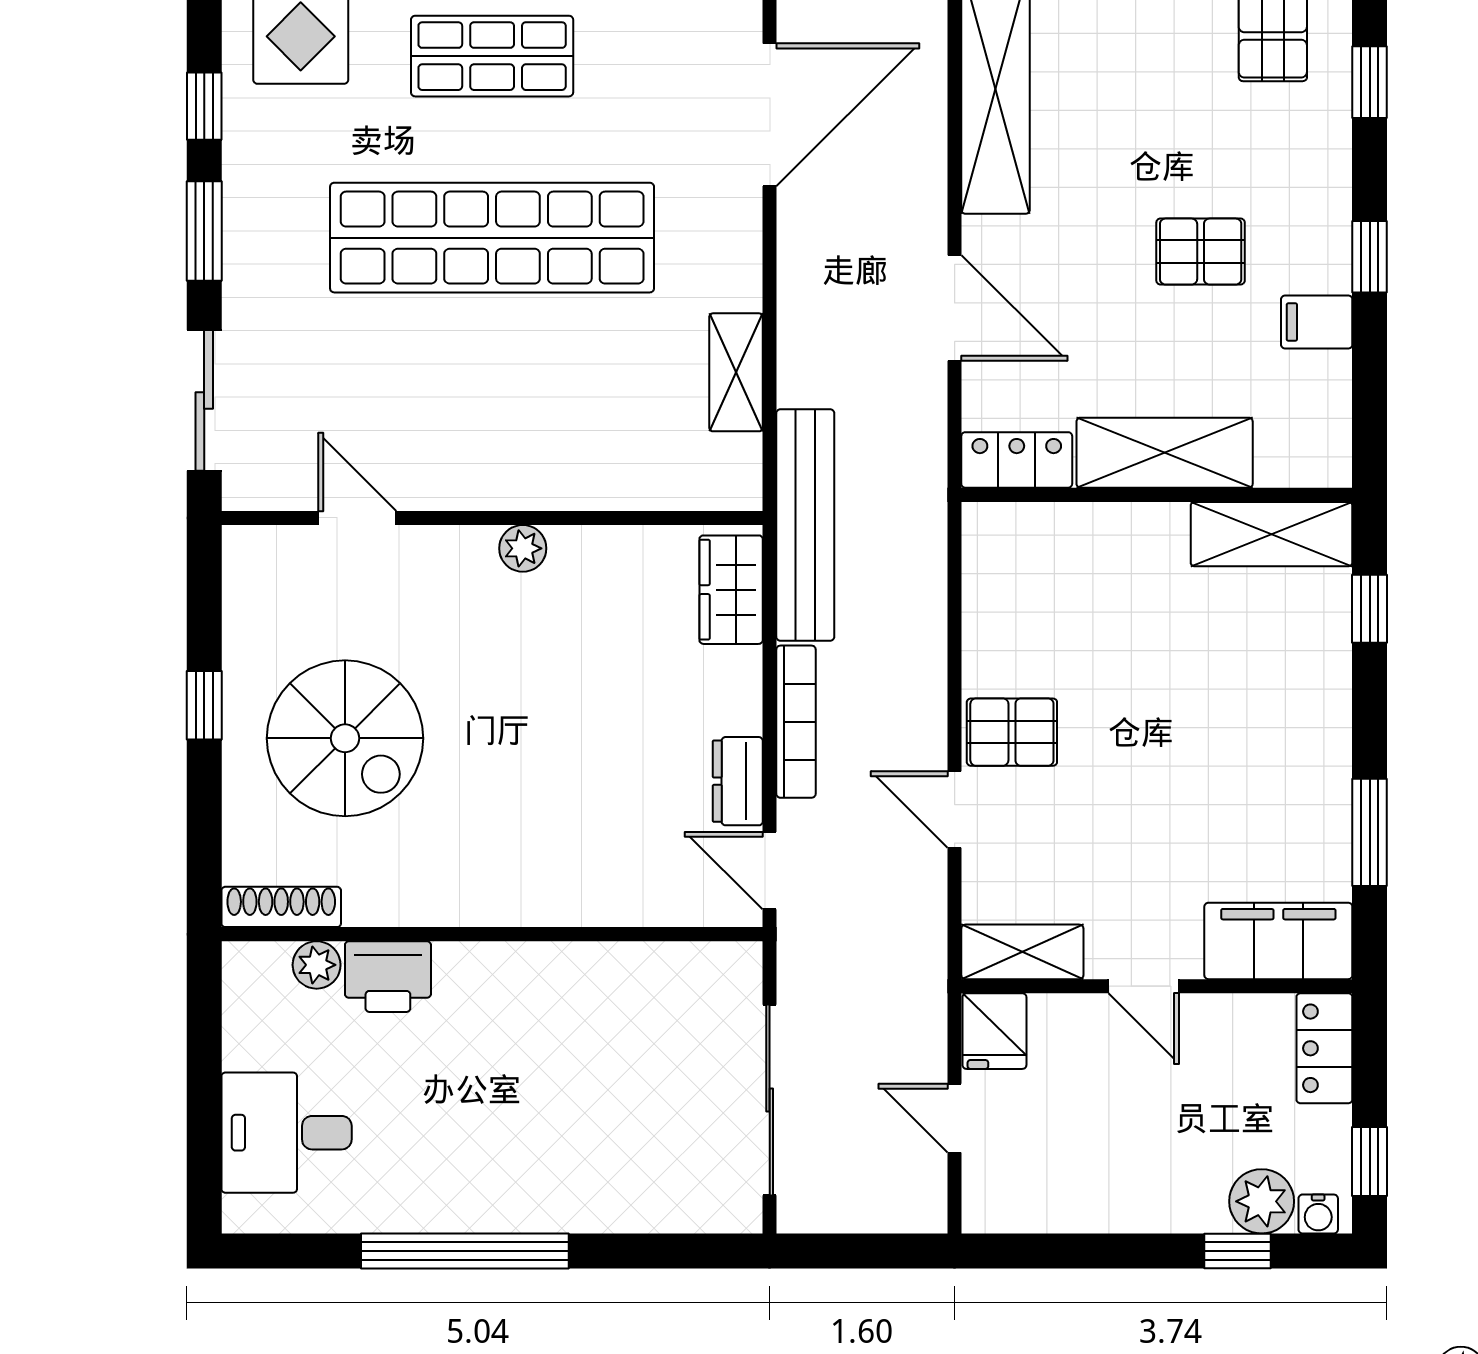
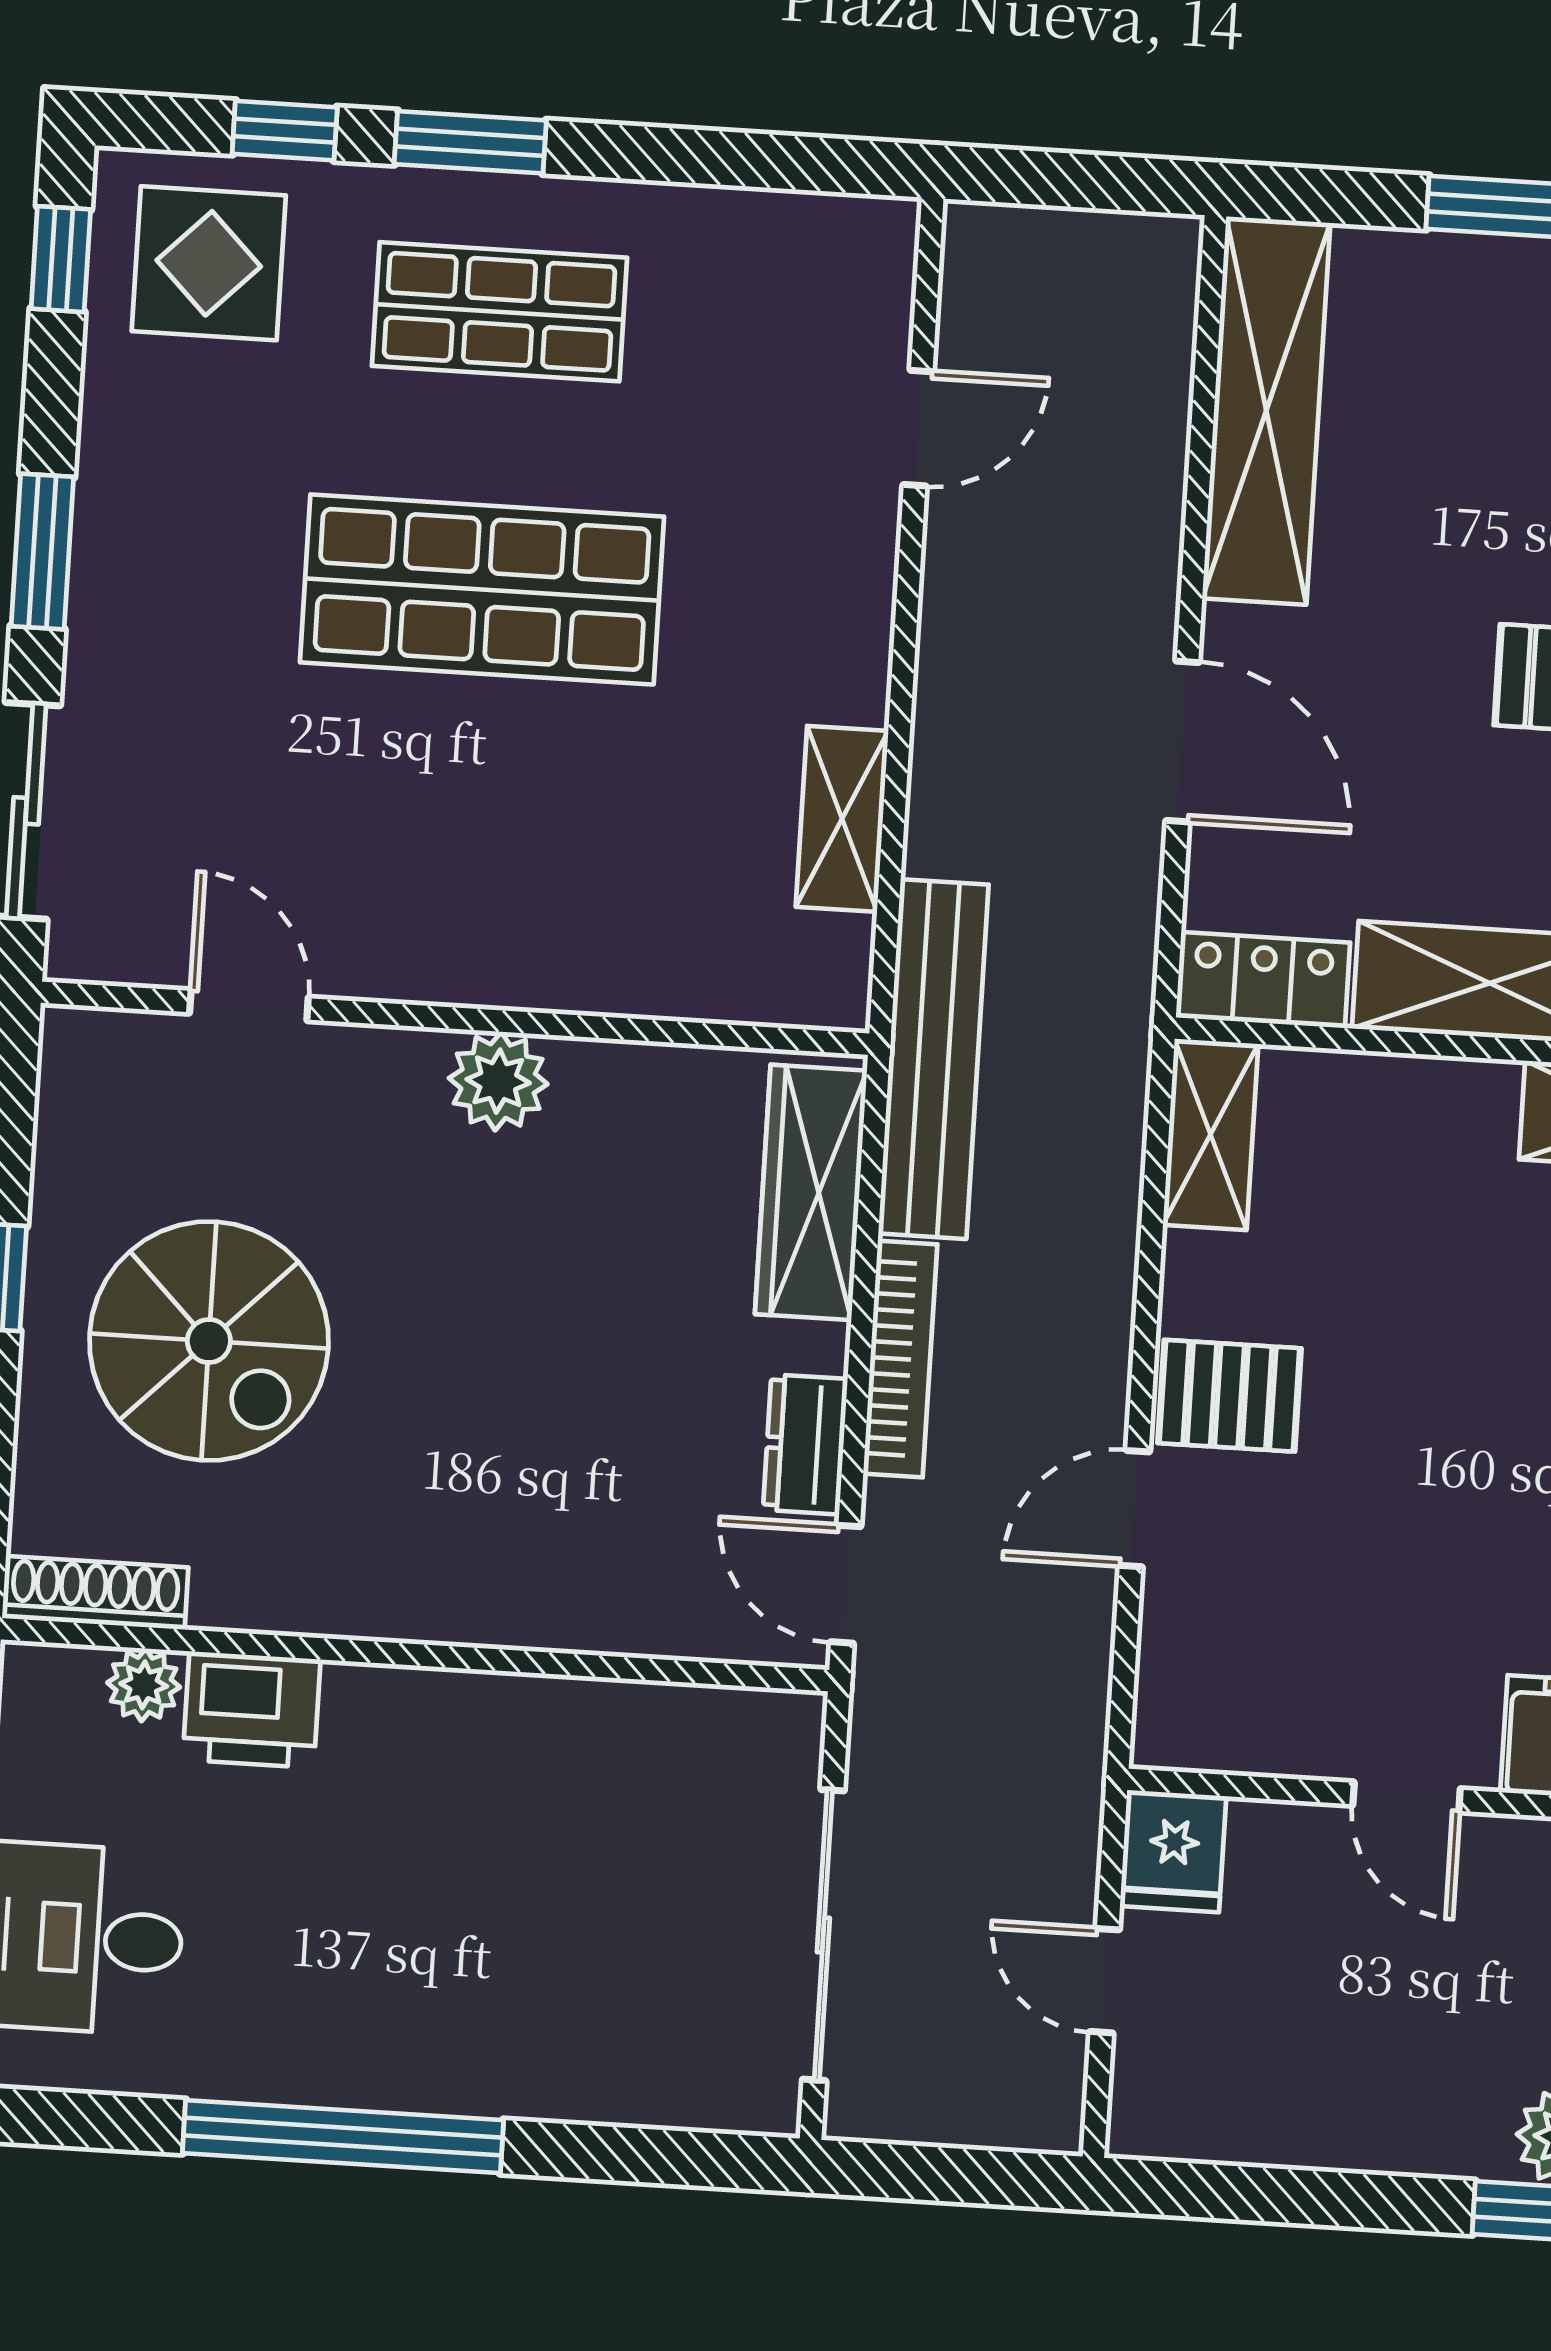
window: (204, 106) -> (61, 259), moved
door: (770, 115) -> (918, 428), width x0.53
shop shelf: (492, 238) -> (482, 589), width x0.71
plant: (523, 548) -> (498, 1081), width x1.38, depth x1.38
wardrobe: (731, 590) -> (811, 1192), width x1.50
door: (955, 810) -> (1134, 1509), hinge flipped
shelving: (1022, 952) -> (1210, 1134), moved, turned 90

